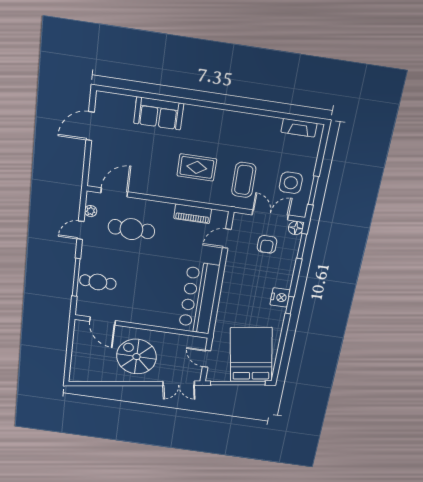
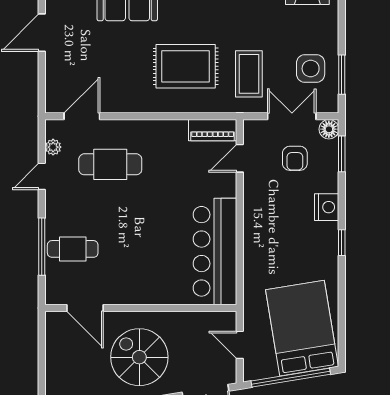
rug: (197, 167) -> (186, 66), width x1.36, depth x1.43
piano: (193, 214) -> (213, 130), moved
nightstand: (280, 297) -> (327, 207), moved

